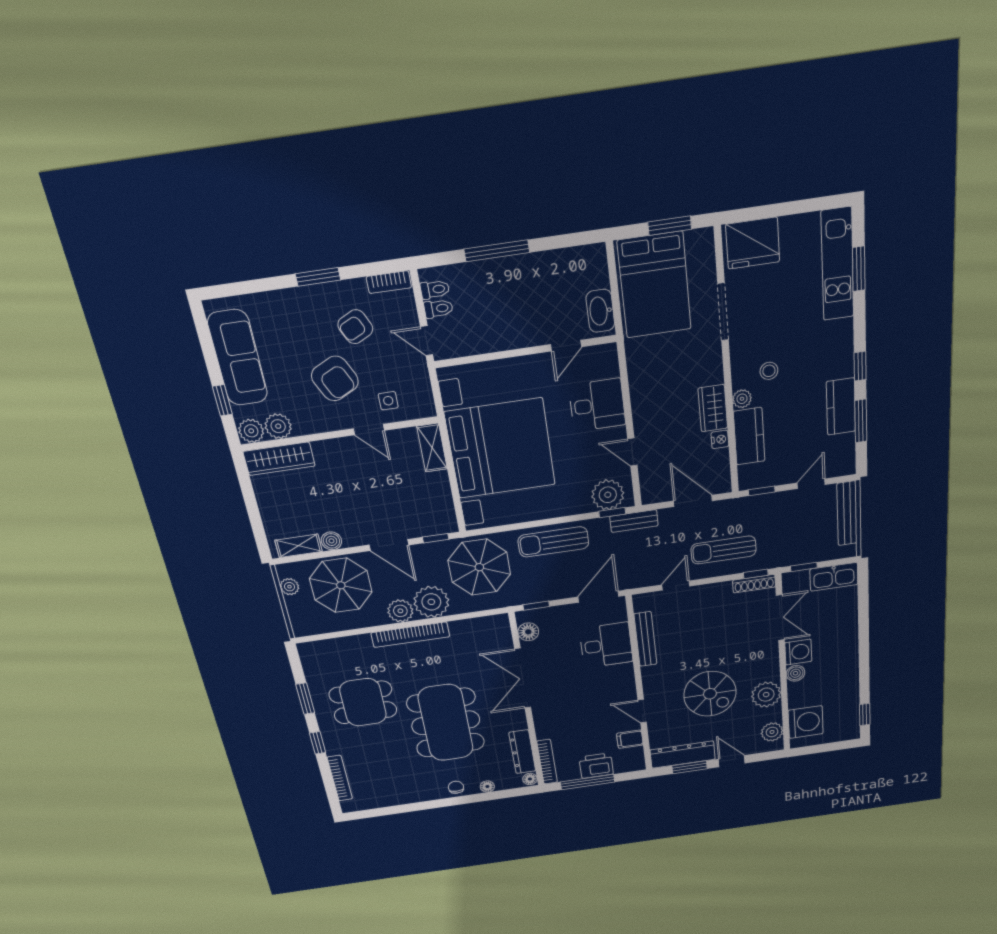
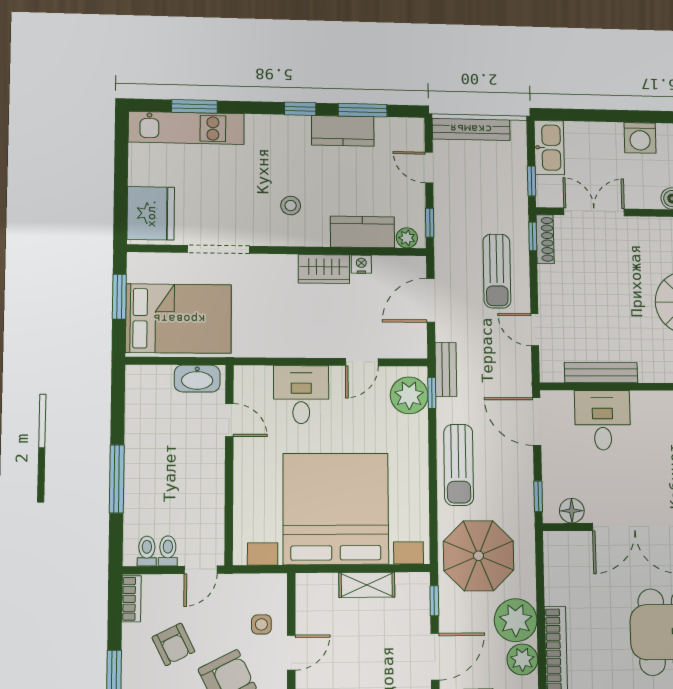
plant: (742, 399) -> (407, 238), moved
shelving: (432, 448) -> (367, 585), moved
washing machine: (798, 652) -> (640, 138), moved, turned 180

